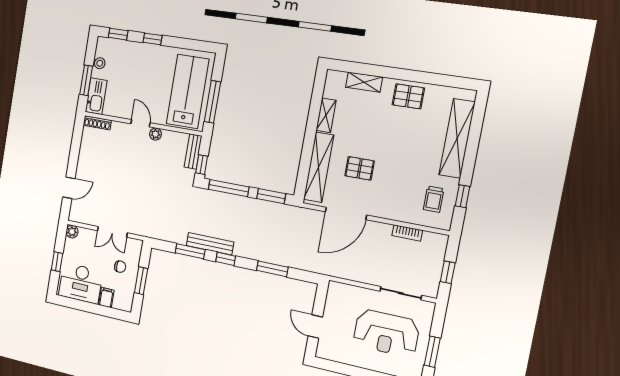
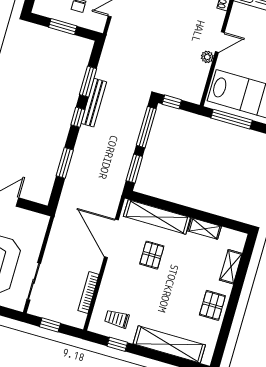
bench: (193, 152) -> (186, 94), removed
bookcase: (407, 233) -> (88, 293), width x1.56

